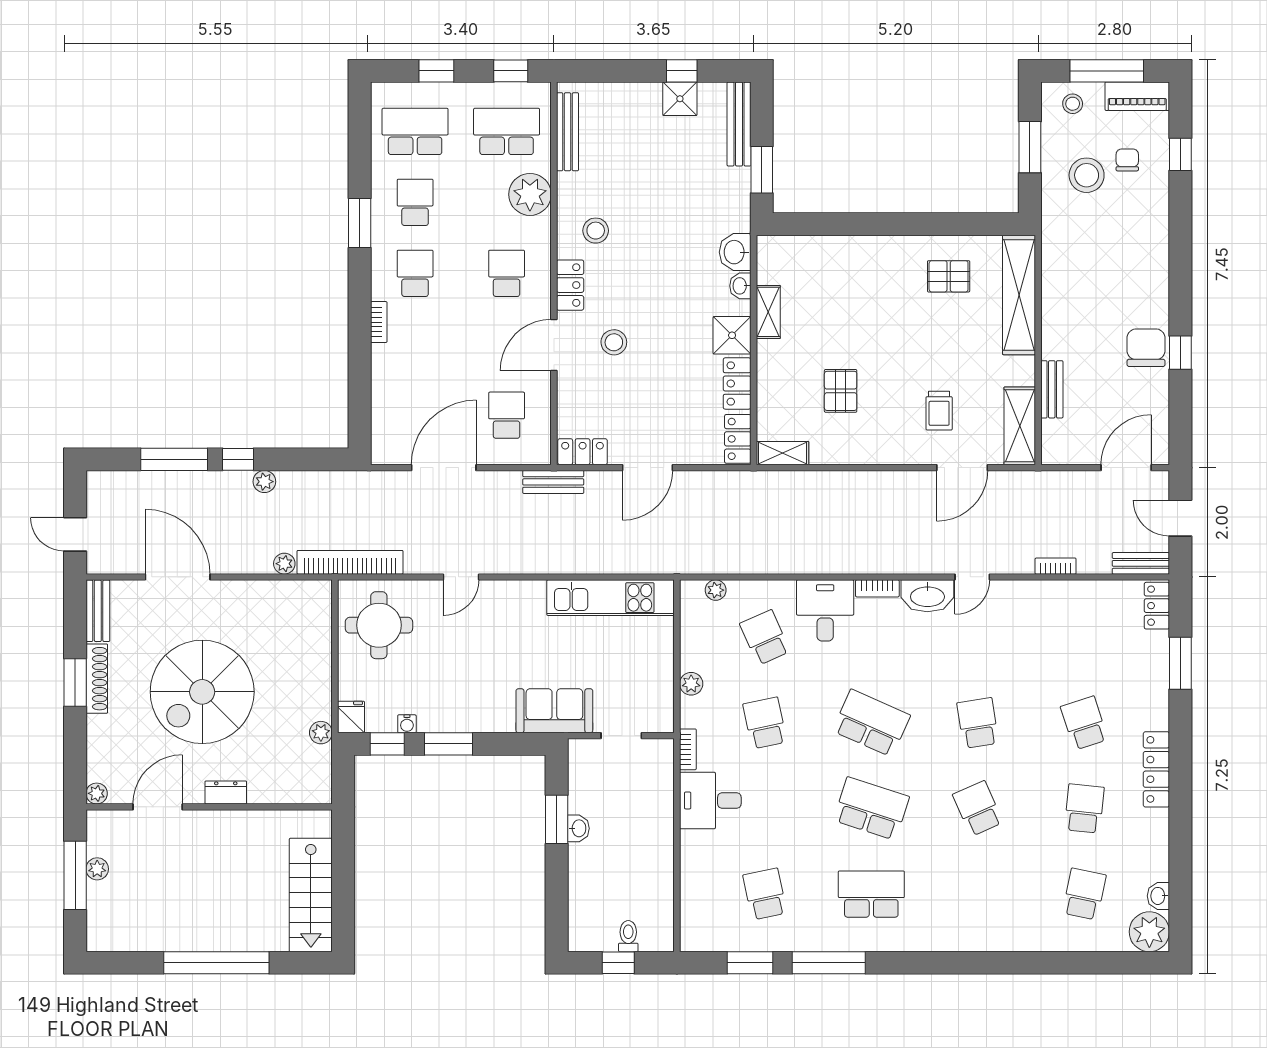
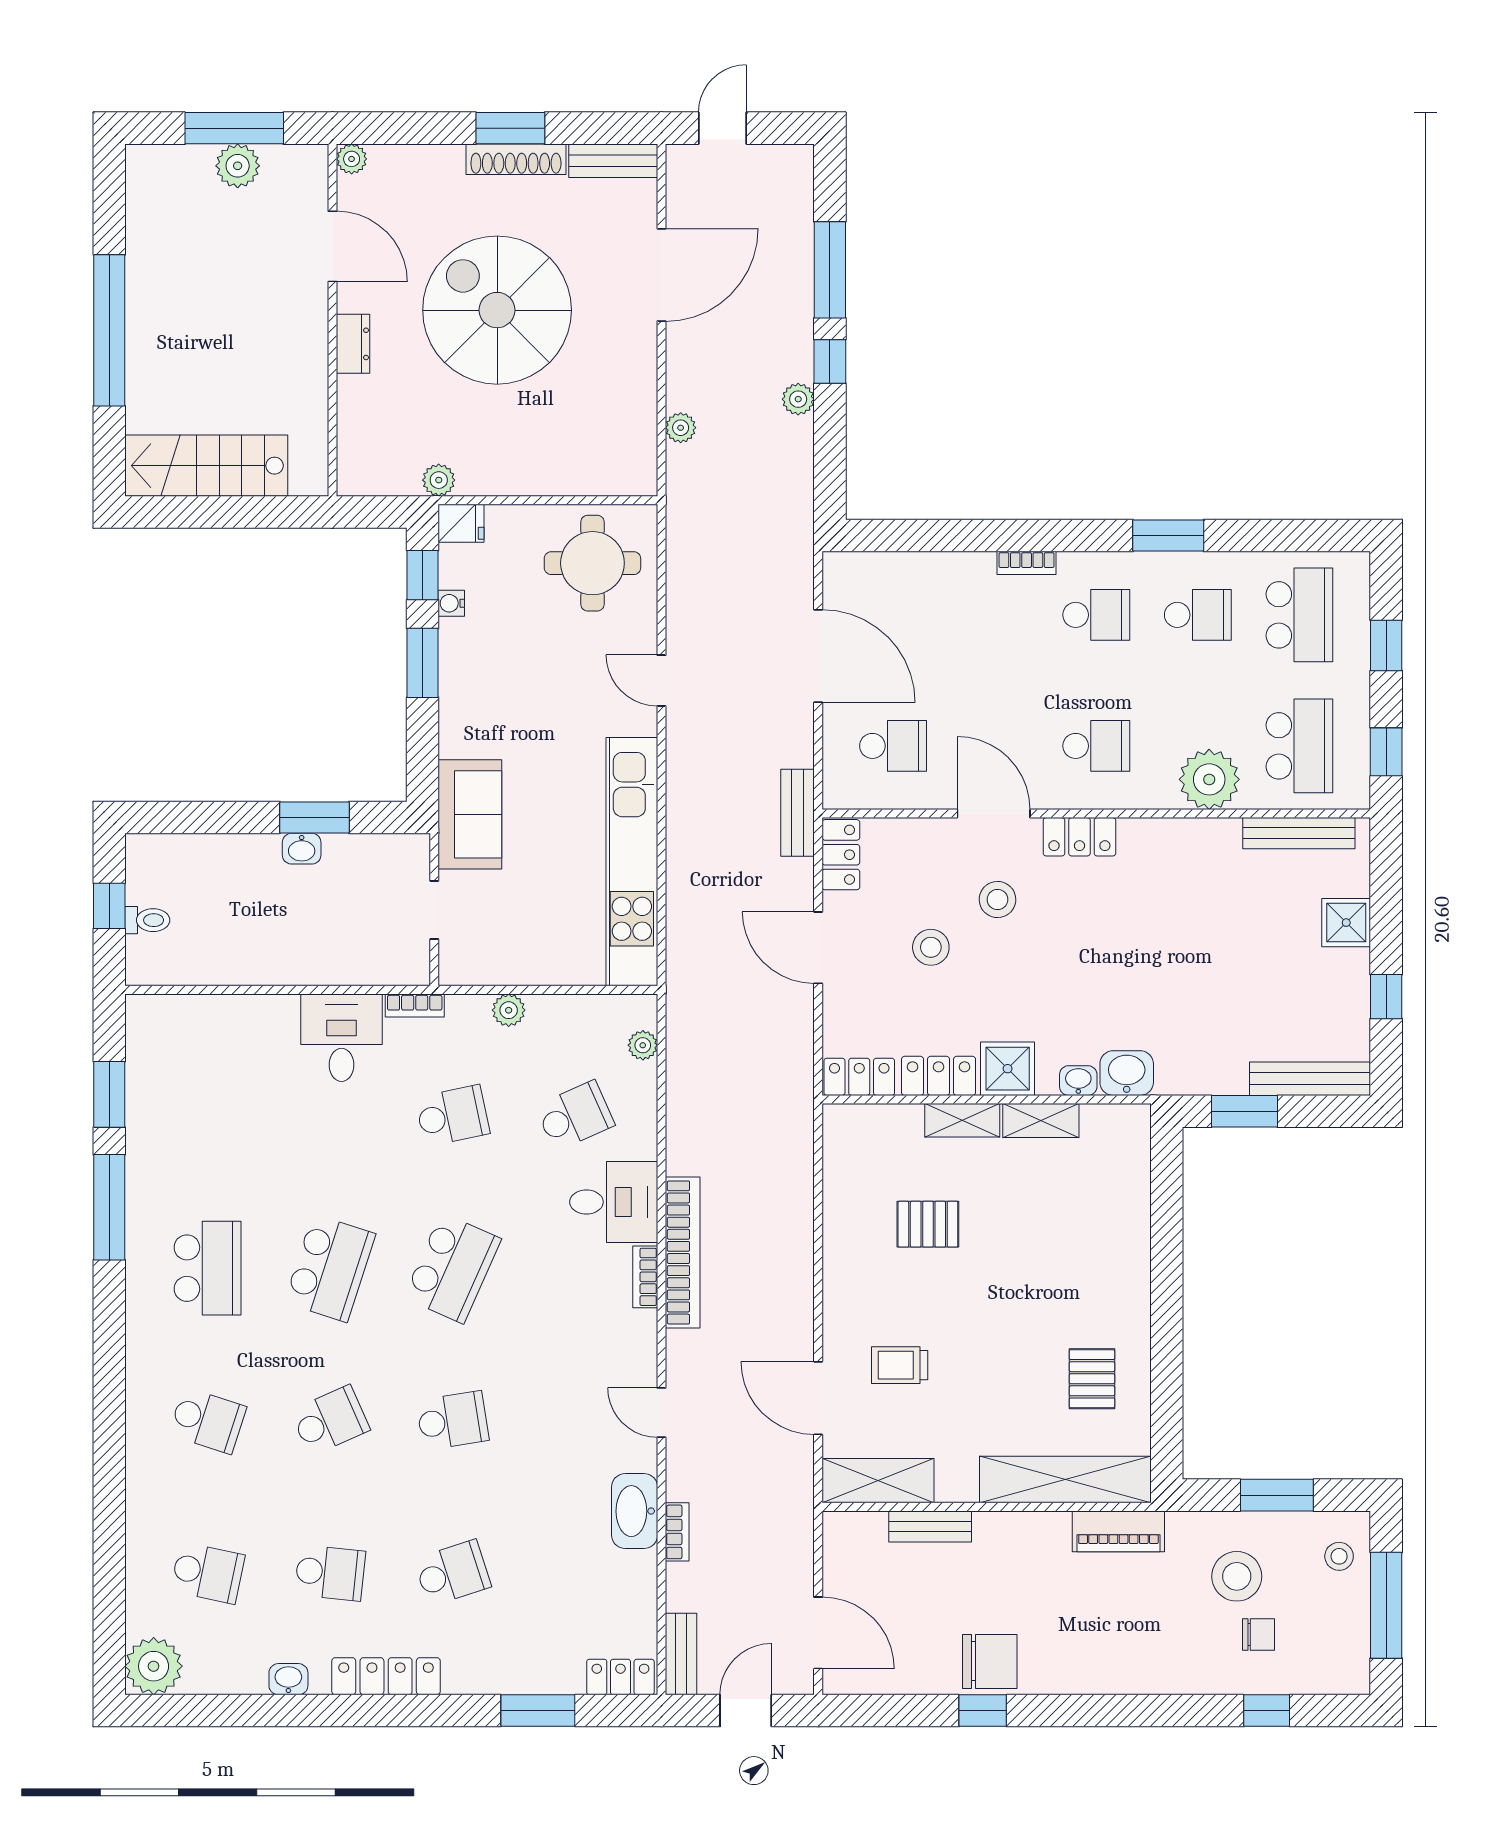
piano: (1137, 96) -> (1118, 1531), moved, turned -90
shower: (680, 99) -> (1346, 923), moved
stool: (596, 231) -> (931, 947), moved
shelving: (782, 453) -> (962, 1120), moved, turned 90
bookcase: (350, 562) -> (683, 1252), moved
washbasin: (927, 596) -> (635, 1511), moved
kitchen unit: (611, 598) -> (632, 862), width x1.36
plant: (97, 869) -> (238, 166), width x1.38, depth x1.38
school desk: (765, 894) -> (208, 1421), moved, turned 30
washbasin: (1158, 896) -> (288, 1679), moved

